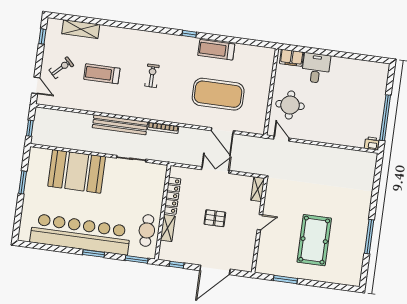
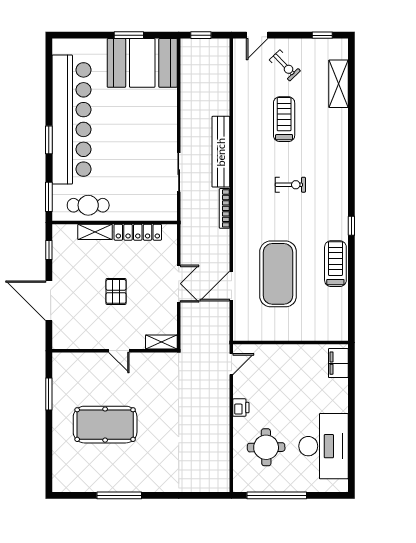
desk: (316, 68) -> (323, 446), moved, width x1.87, depth x1.30
round table: (290, 105) -> (266, 447), moved
printer: (372, 143) -> (241, 408), moved
booth: (77, 171) -> (142, 63), moved, turned 90

